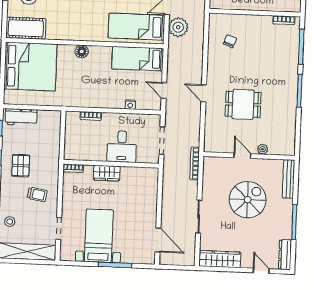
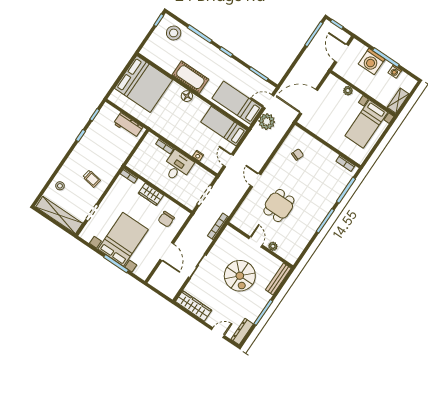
cot: (26, 28) -> (190, 77), moved
dining table: (243, 104) -> (279, 206), turned 90
workbench: (21, 117) -> (128, 125), moved
desk: (122, 147) -> (178, 166), moved, turned 180
pallet: (21, 166) -> (93, 151), removed
chair: (138, 189) -> (166, 219), added
spiral stairs: (248, 200) -> (240, 276), turned 90
bed with nightstands: (99, 236) -> (123, 239), width x1.36
door: (158, 240) -> (167, 252), moved
door: (261, 271) -> (218, 333), hinge flipped

